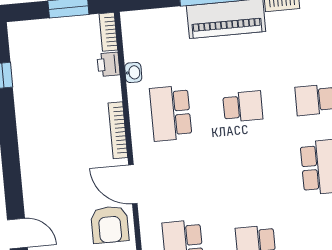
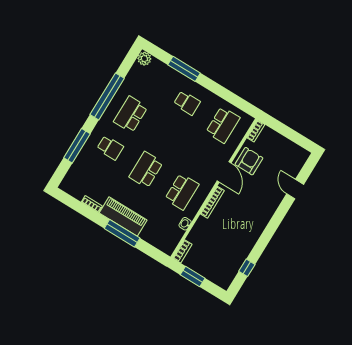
printer: (108, 64) -> (194, 236), removed
school desk: (243, 107) -> (146, 170), width x1.85

